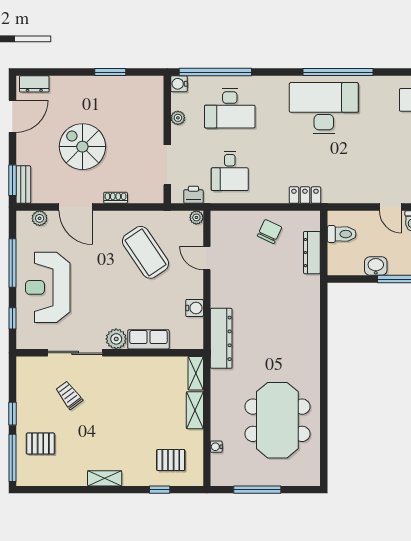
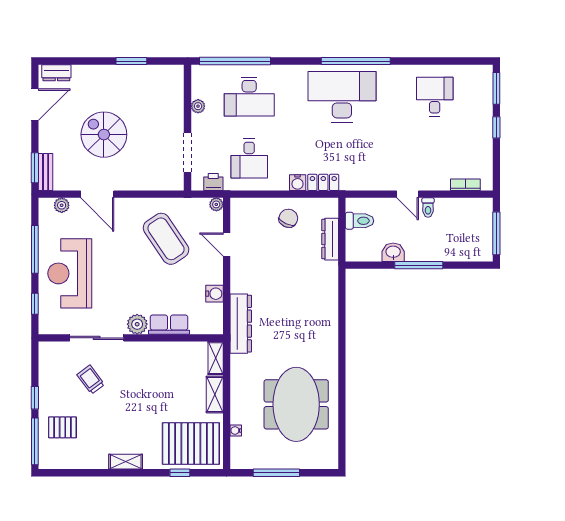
water cooler: (179, 84) -> (298, 183), moved, turned -90
shoe rack: (116, 198) -> (137, 185), removed
pallet: (171, 460) -> (191, 444), width x2.05, depth x2.00

